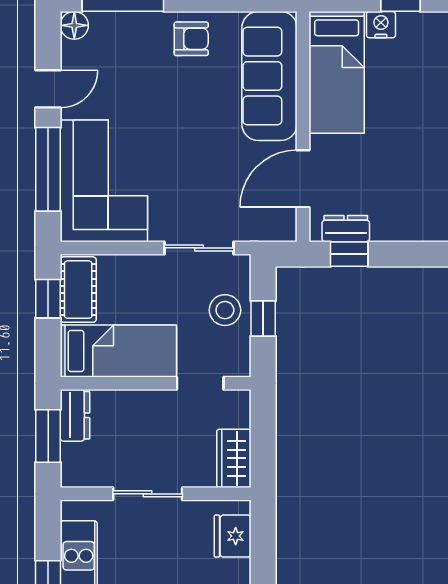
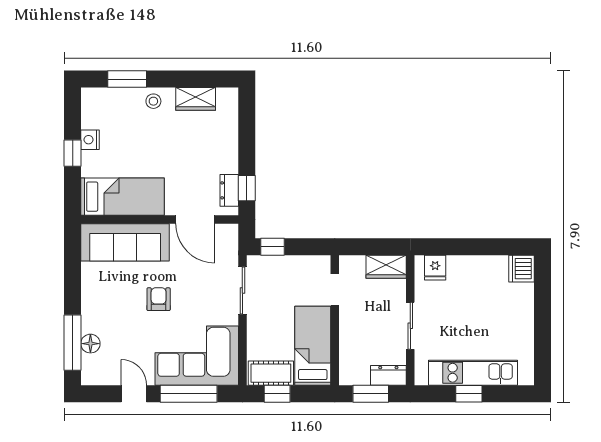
floor lamp: (74, 25) -> (90, 344), moved
nightstand: (381, 25) -> (90, 140), moved
armchair: (191, 39) -> (159, 299), moved
stool: (225, 310) -> (285, 273), removed
window: (263, 318) -> (273, 247), moved
dresser: (75, 415) -> (388, 375), moved
fridge: (233, 536) -> (435, 268), width x0.72

